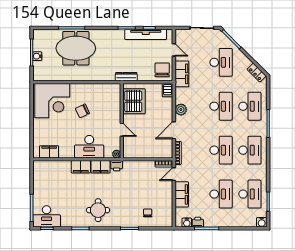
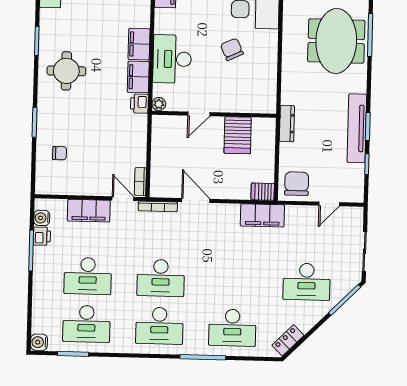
tv unit: (146, 34) -> (357, 128), moved
chair: (162, 70) -> (297, 184), turned -90
filing cabinet: (182, 74) -> (262, 215), moved
server rack: (134, 101) -> (238, 135), width x0.62
desk: (221, 106) -> (234, 280), removed
plant: (181, 110) -> (230, 213), removed

